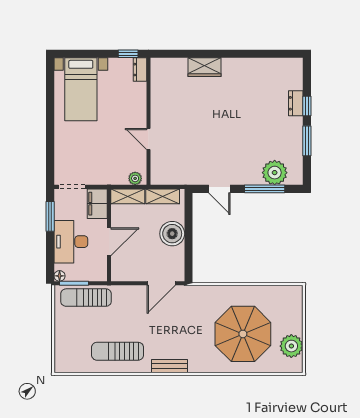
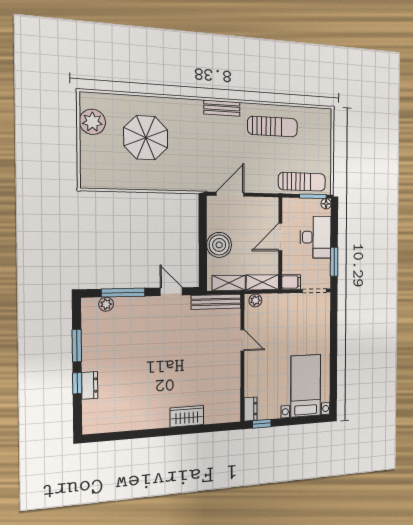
plant: (275, 173) -> (106, 304), width x0.53, depth x0.53
bench: (175, 178) -> (216, 302), added
filing cabinet: (97, 204) -> (291, 282), width x0.50
parasol: (243, 334) -> (146, 138), width x0.73, depth x0.73

